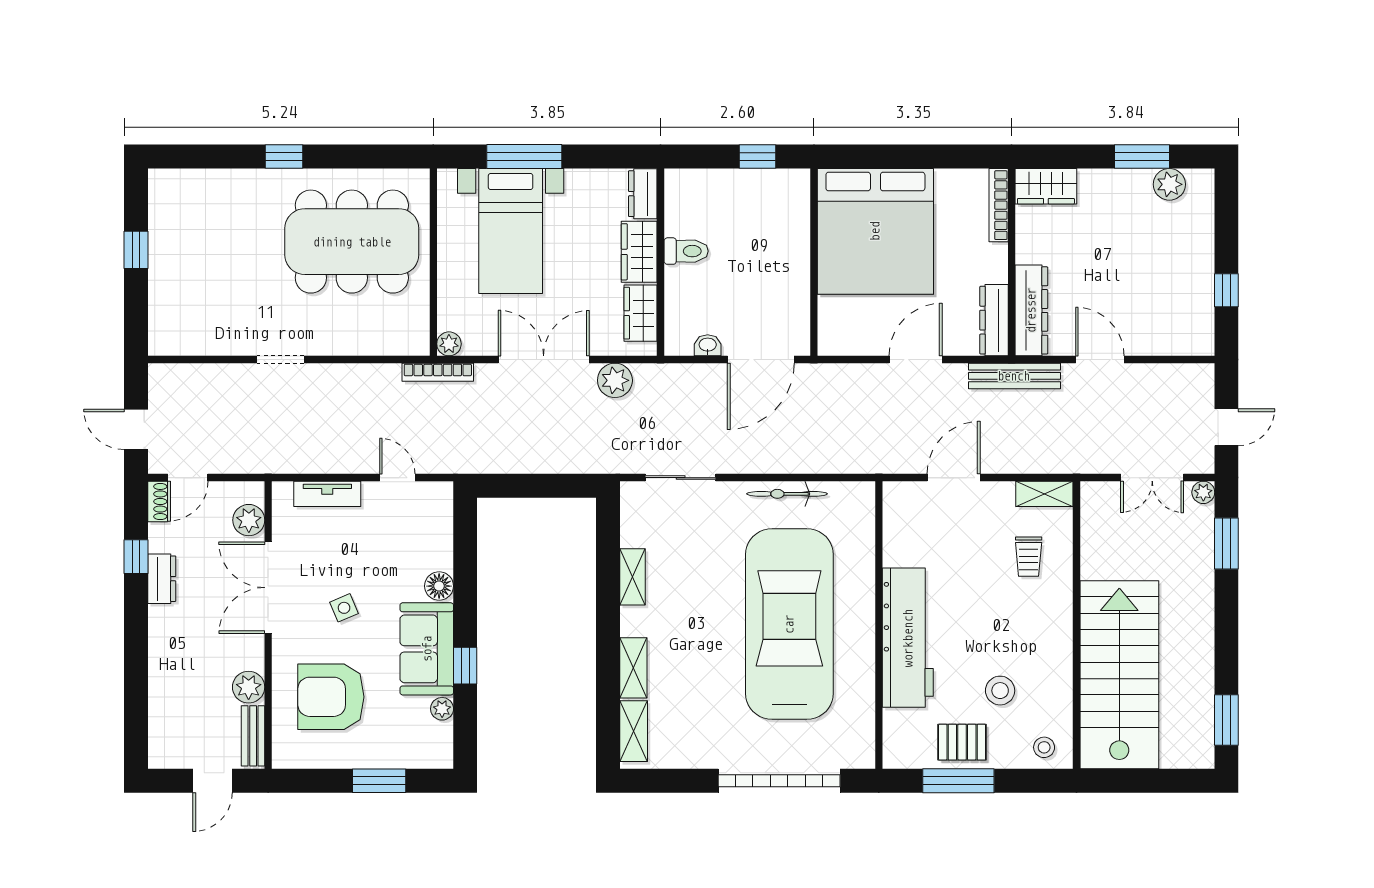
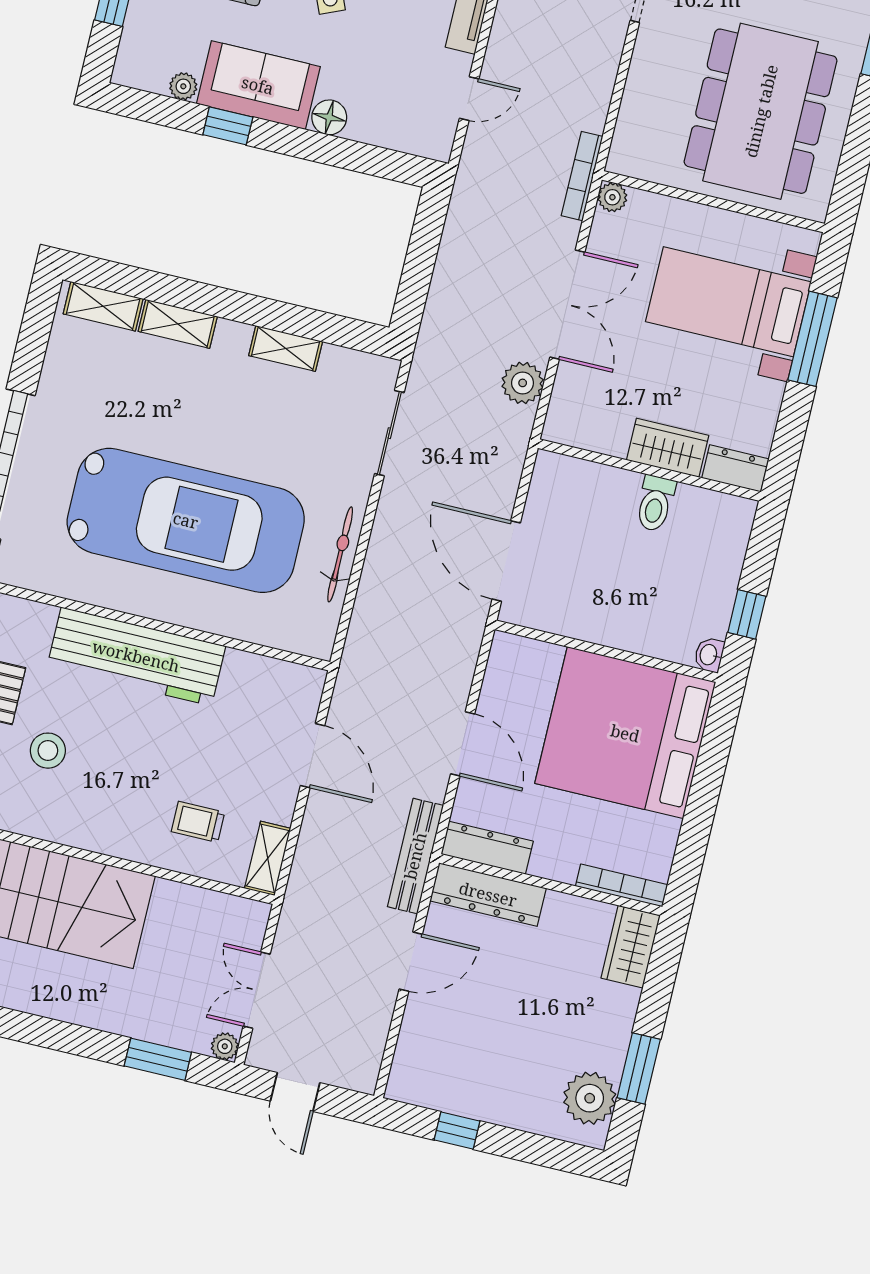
plant: (1169, 184) -> (590, 1098), width x1.36, depth x1.36
wardrobe: (641, 313) -> (595, 432), removed
washbasin: (708, 345) -> (709, 655), moved, turned 180

